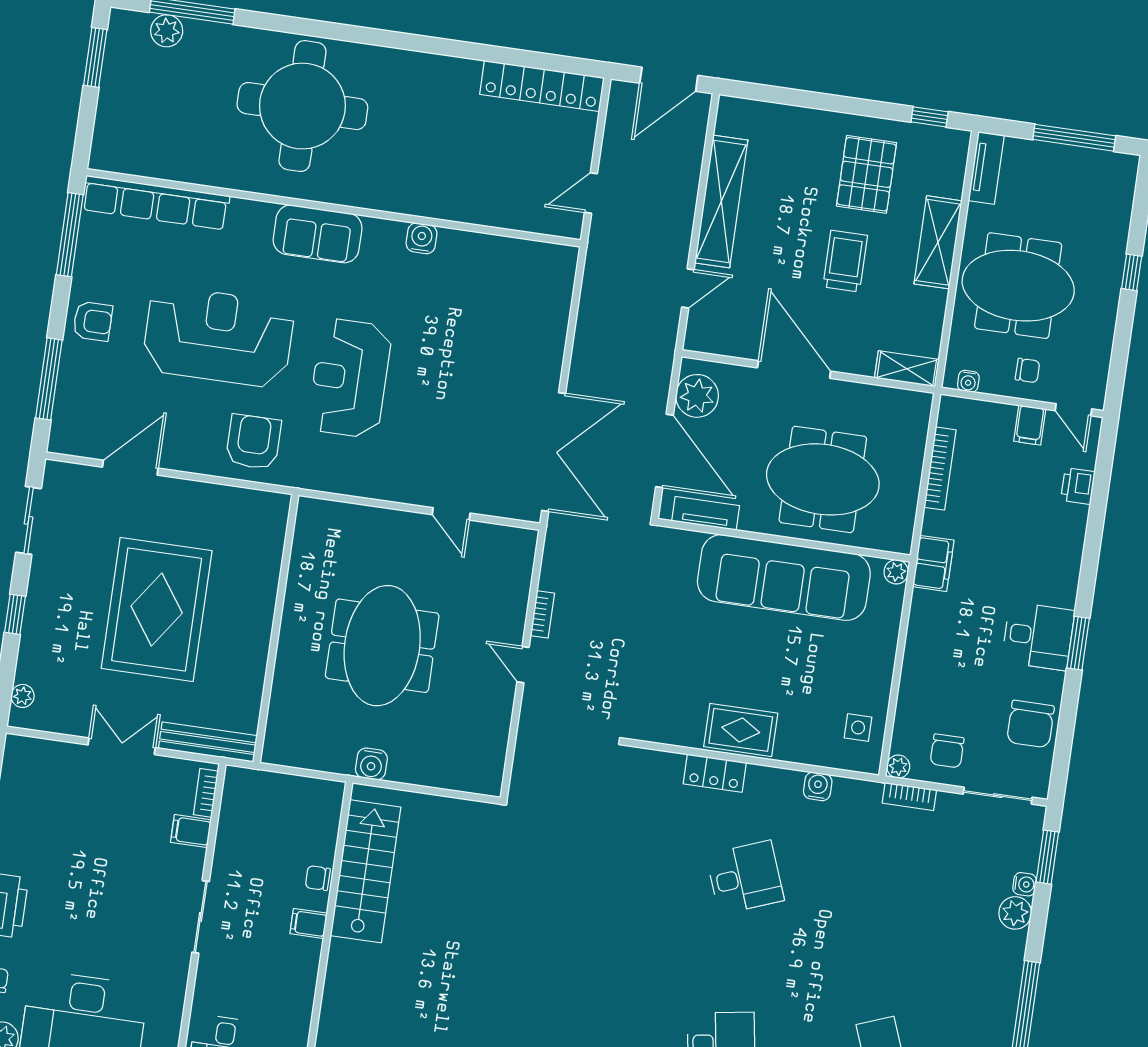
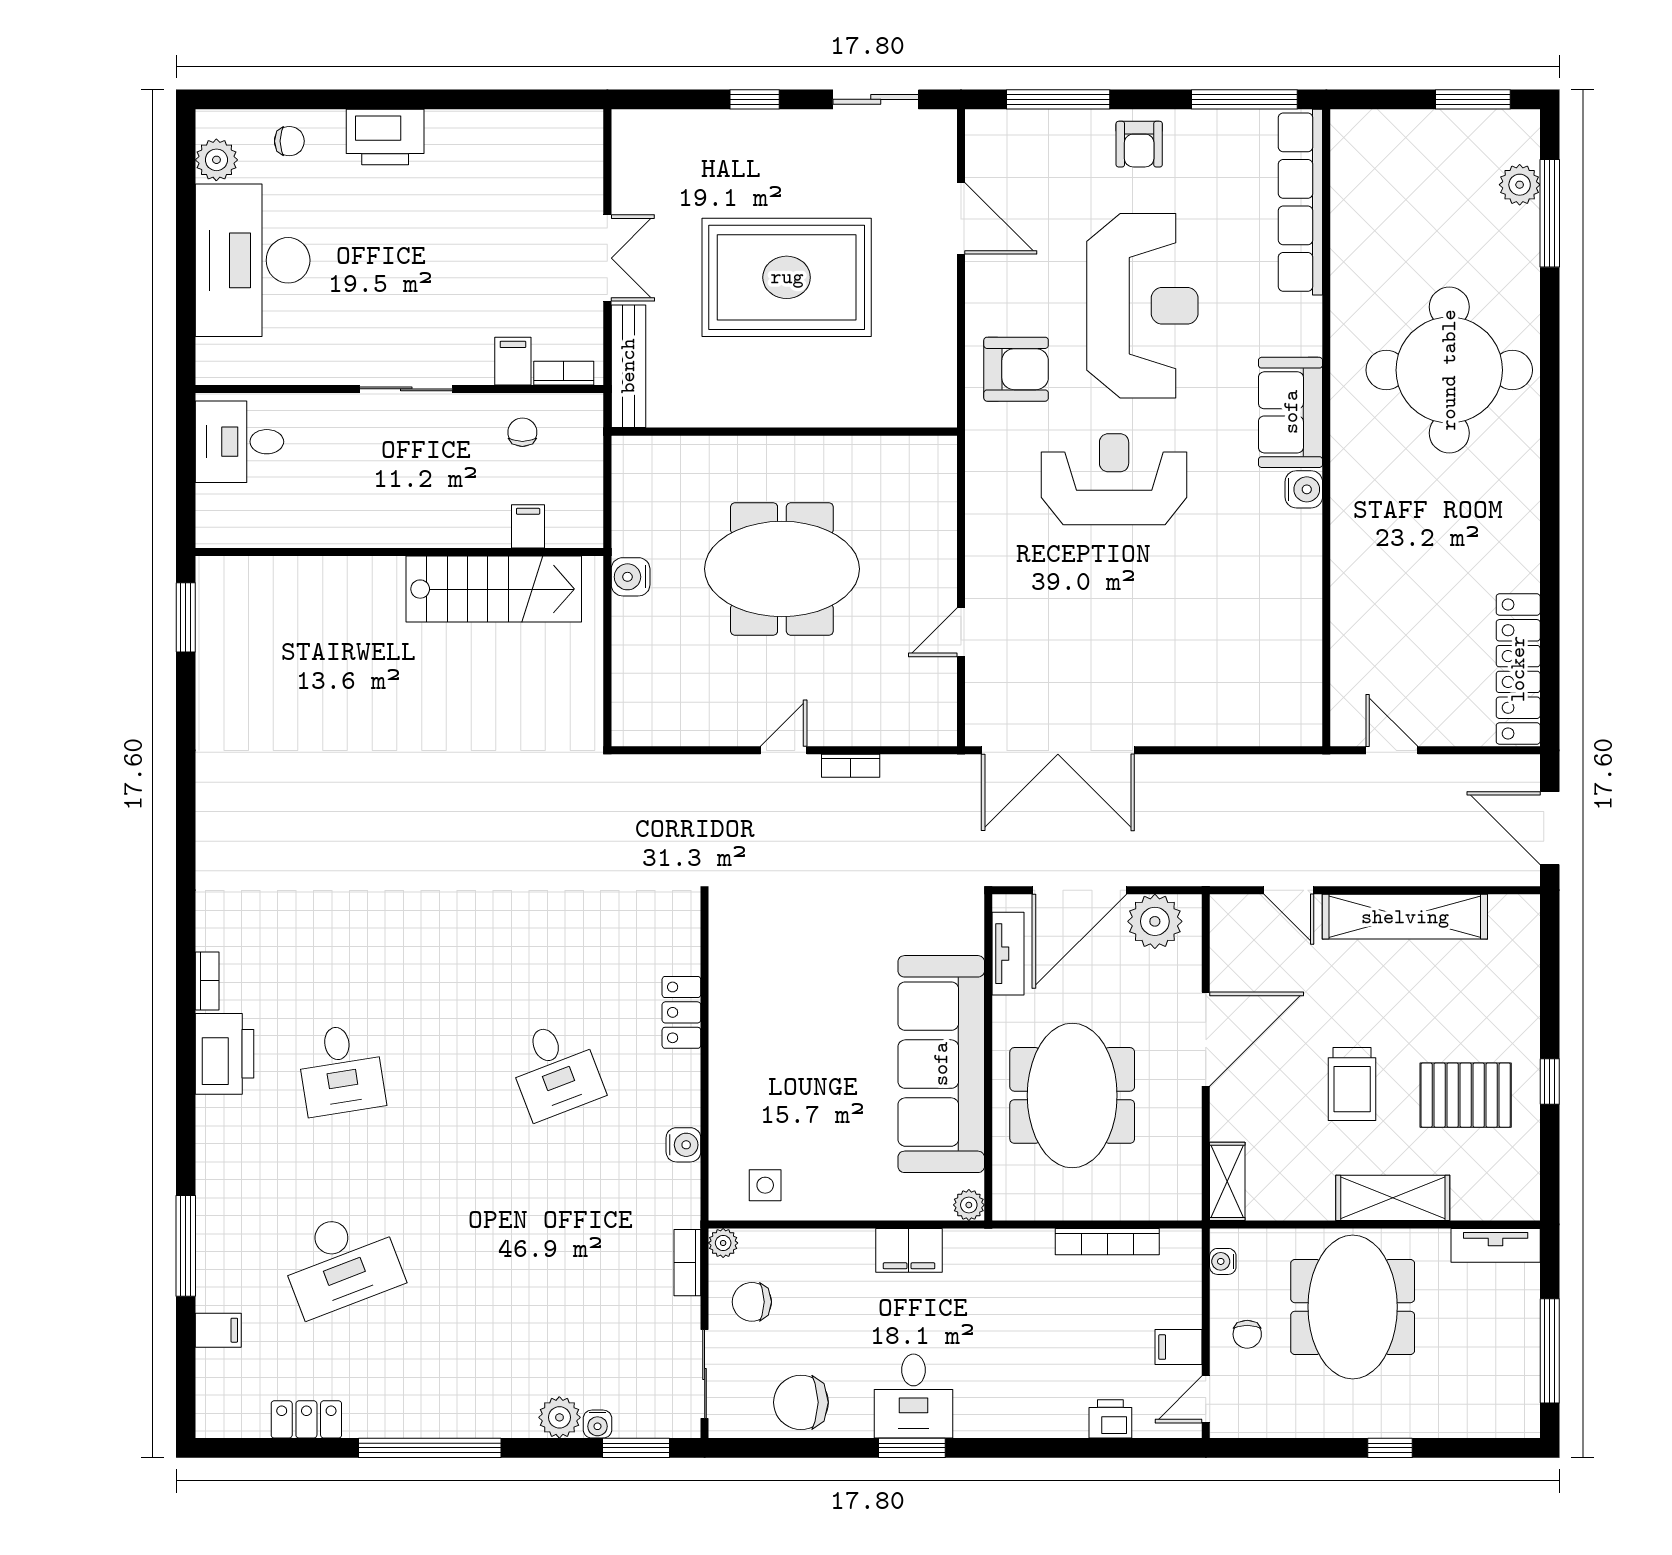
window: (930, 117) -> (1550, 1081), moved
water cooler: (422, 238) -> (1304, 489), moved
trolley: (845, 261) -> (1352, 1084), turned 90
filing cabinet: (933, 563) -> (909, 1250), moved
plant: (23, 696) -> (653, 124), removed
rug: (741, 730) -> (741, 1037), removed
chair: (318, 878) -> (522, 432), moved
filing cabinet: (309, 923) -> (528, 526), moved

